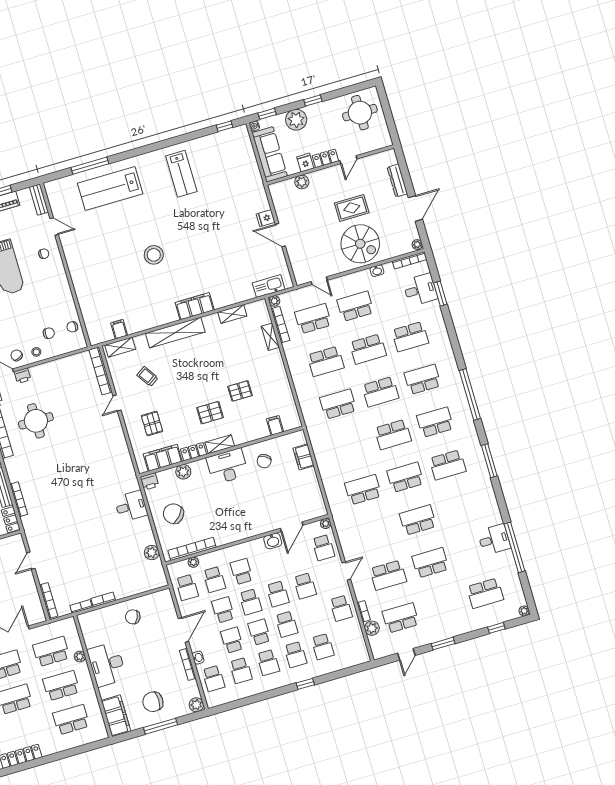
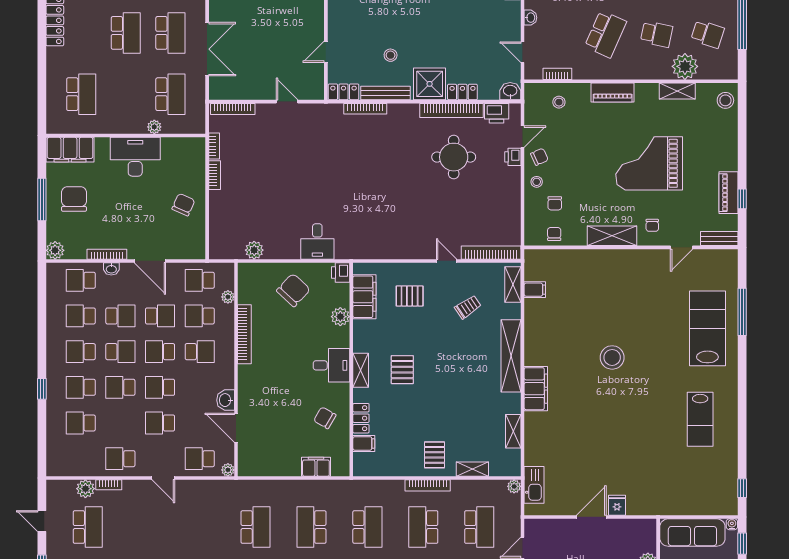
lab bench: (181, 174) -> (700, 419), turned -90
shelving: (61, 282) -> (612, 236), added
bookcase: (280, 325) -> (428, 485), moved
pallet: (240, 391) -> (435, 455), moved
locker: (194, 452) -> (361, 418), moved
desk: (227, 466) -> (331, 365), width x0.73
bookcase: (192, 549) -> (244, 334), moved
school desk: (388, 575) -> (311, 527), moved
school desk: (61, 686) -> (126, 94), removed

